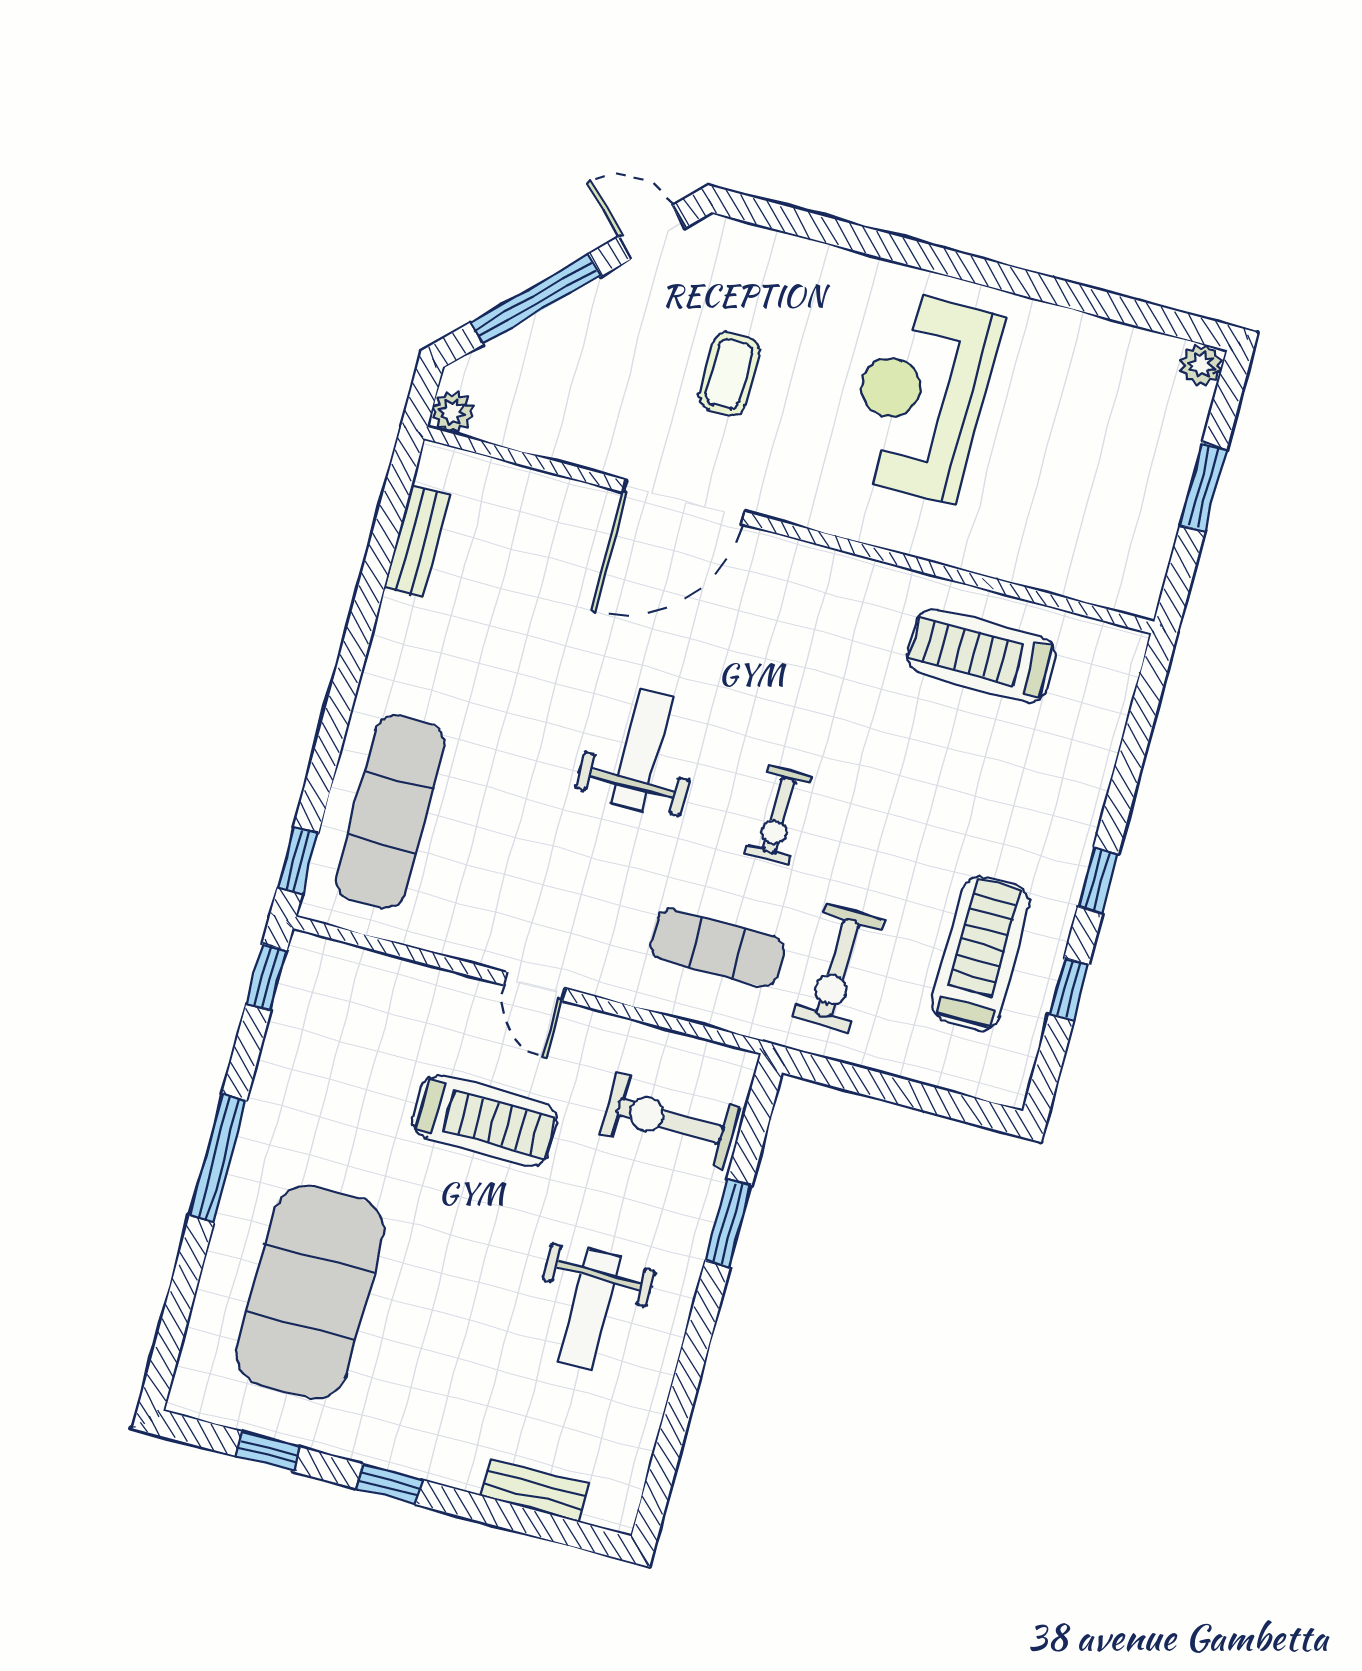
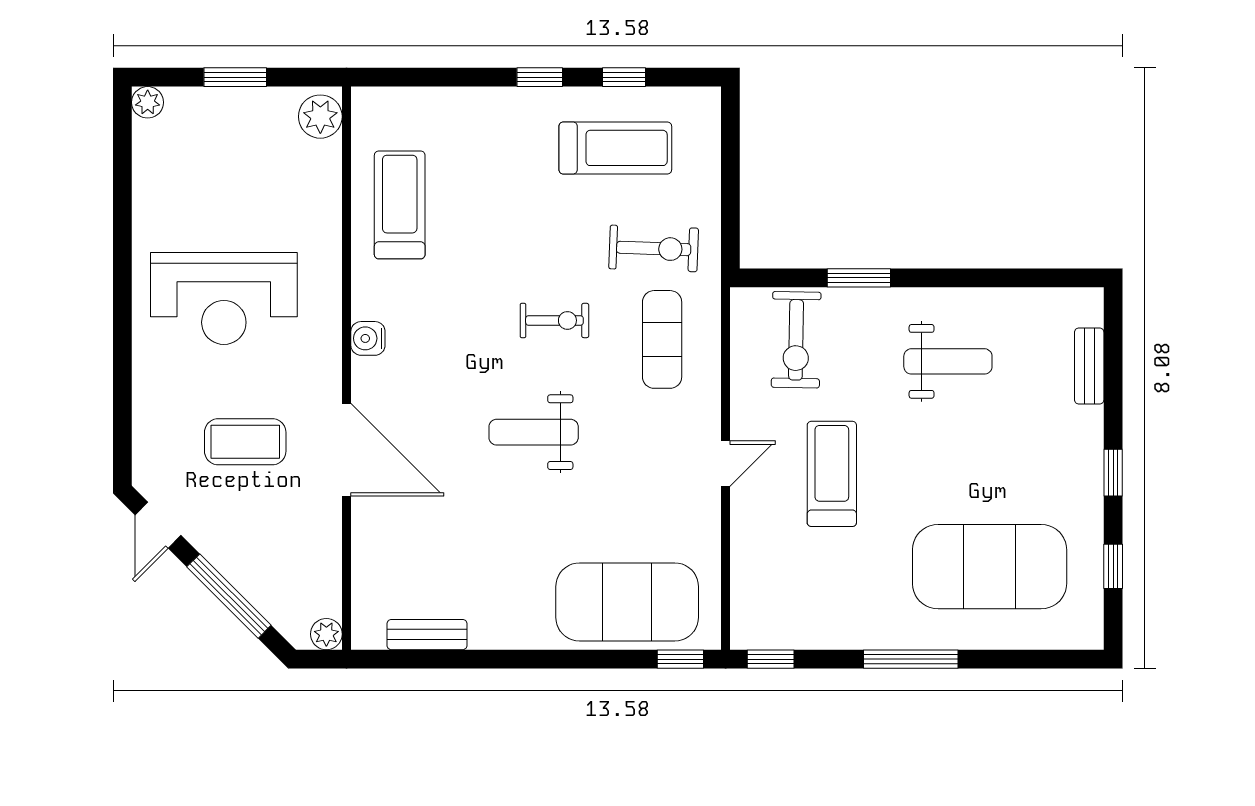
coffee table: (729, 374) -> (245, 442), width x1.36, depth x1.30
water cooler: (820, 568) -> (368, 338), added
plant: (1123, 583) -> (320, 117), added
treadmill: (982, 655) -> (400, 205), turned 180
exercise mat: (390, 812) -> (627, 602), width x1.47
treadmill: (980, 954) -> (615, 148), turned 180

